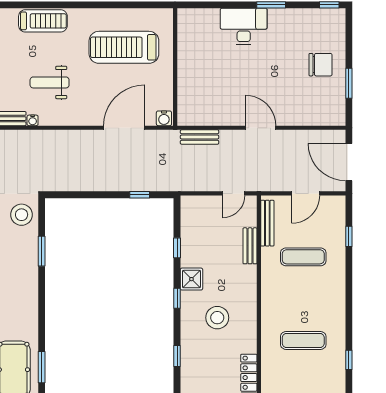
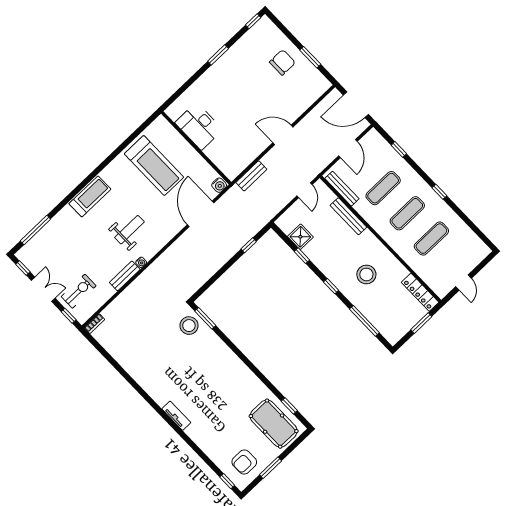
desk: (244, 26) -> (199, 126), moved, turned -90
treadmill: (124, 47) -> (154, 165), turned -90
weight bench: (50, 82) -> (129, 230), turned 180
bench: (250, 246) -> (348, 216), width x1.36
window: (42, 251) -> (205, 318), moved
shower: (191, 279) -> (300, 237), moved
exercise mat: (303, 299) -> (407, 213), added
window: (177, 356) -> (364, 321), width x2.17
window: (349, 360) -> (439, 192), moved
window: (42, 367) -> (289, 406), width x0.67

